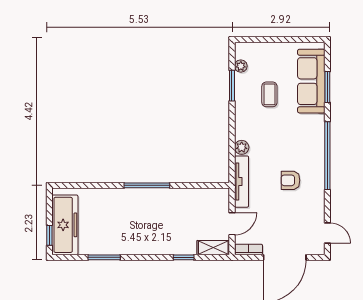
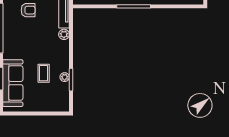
plant: (241, 66) -> (65, 77), moved

